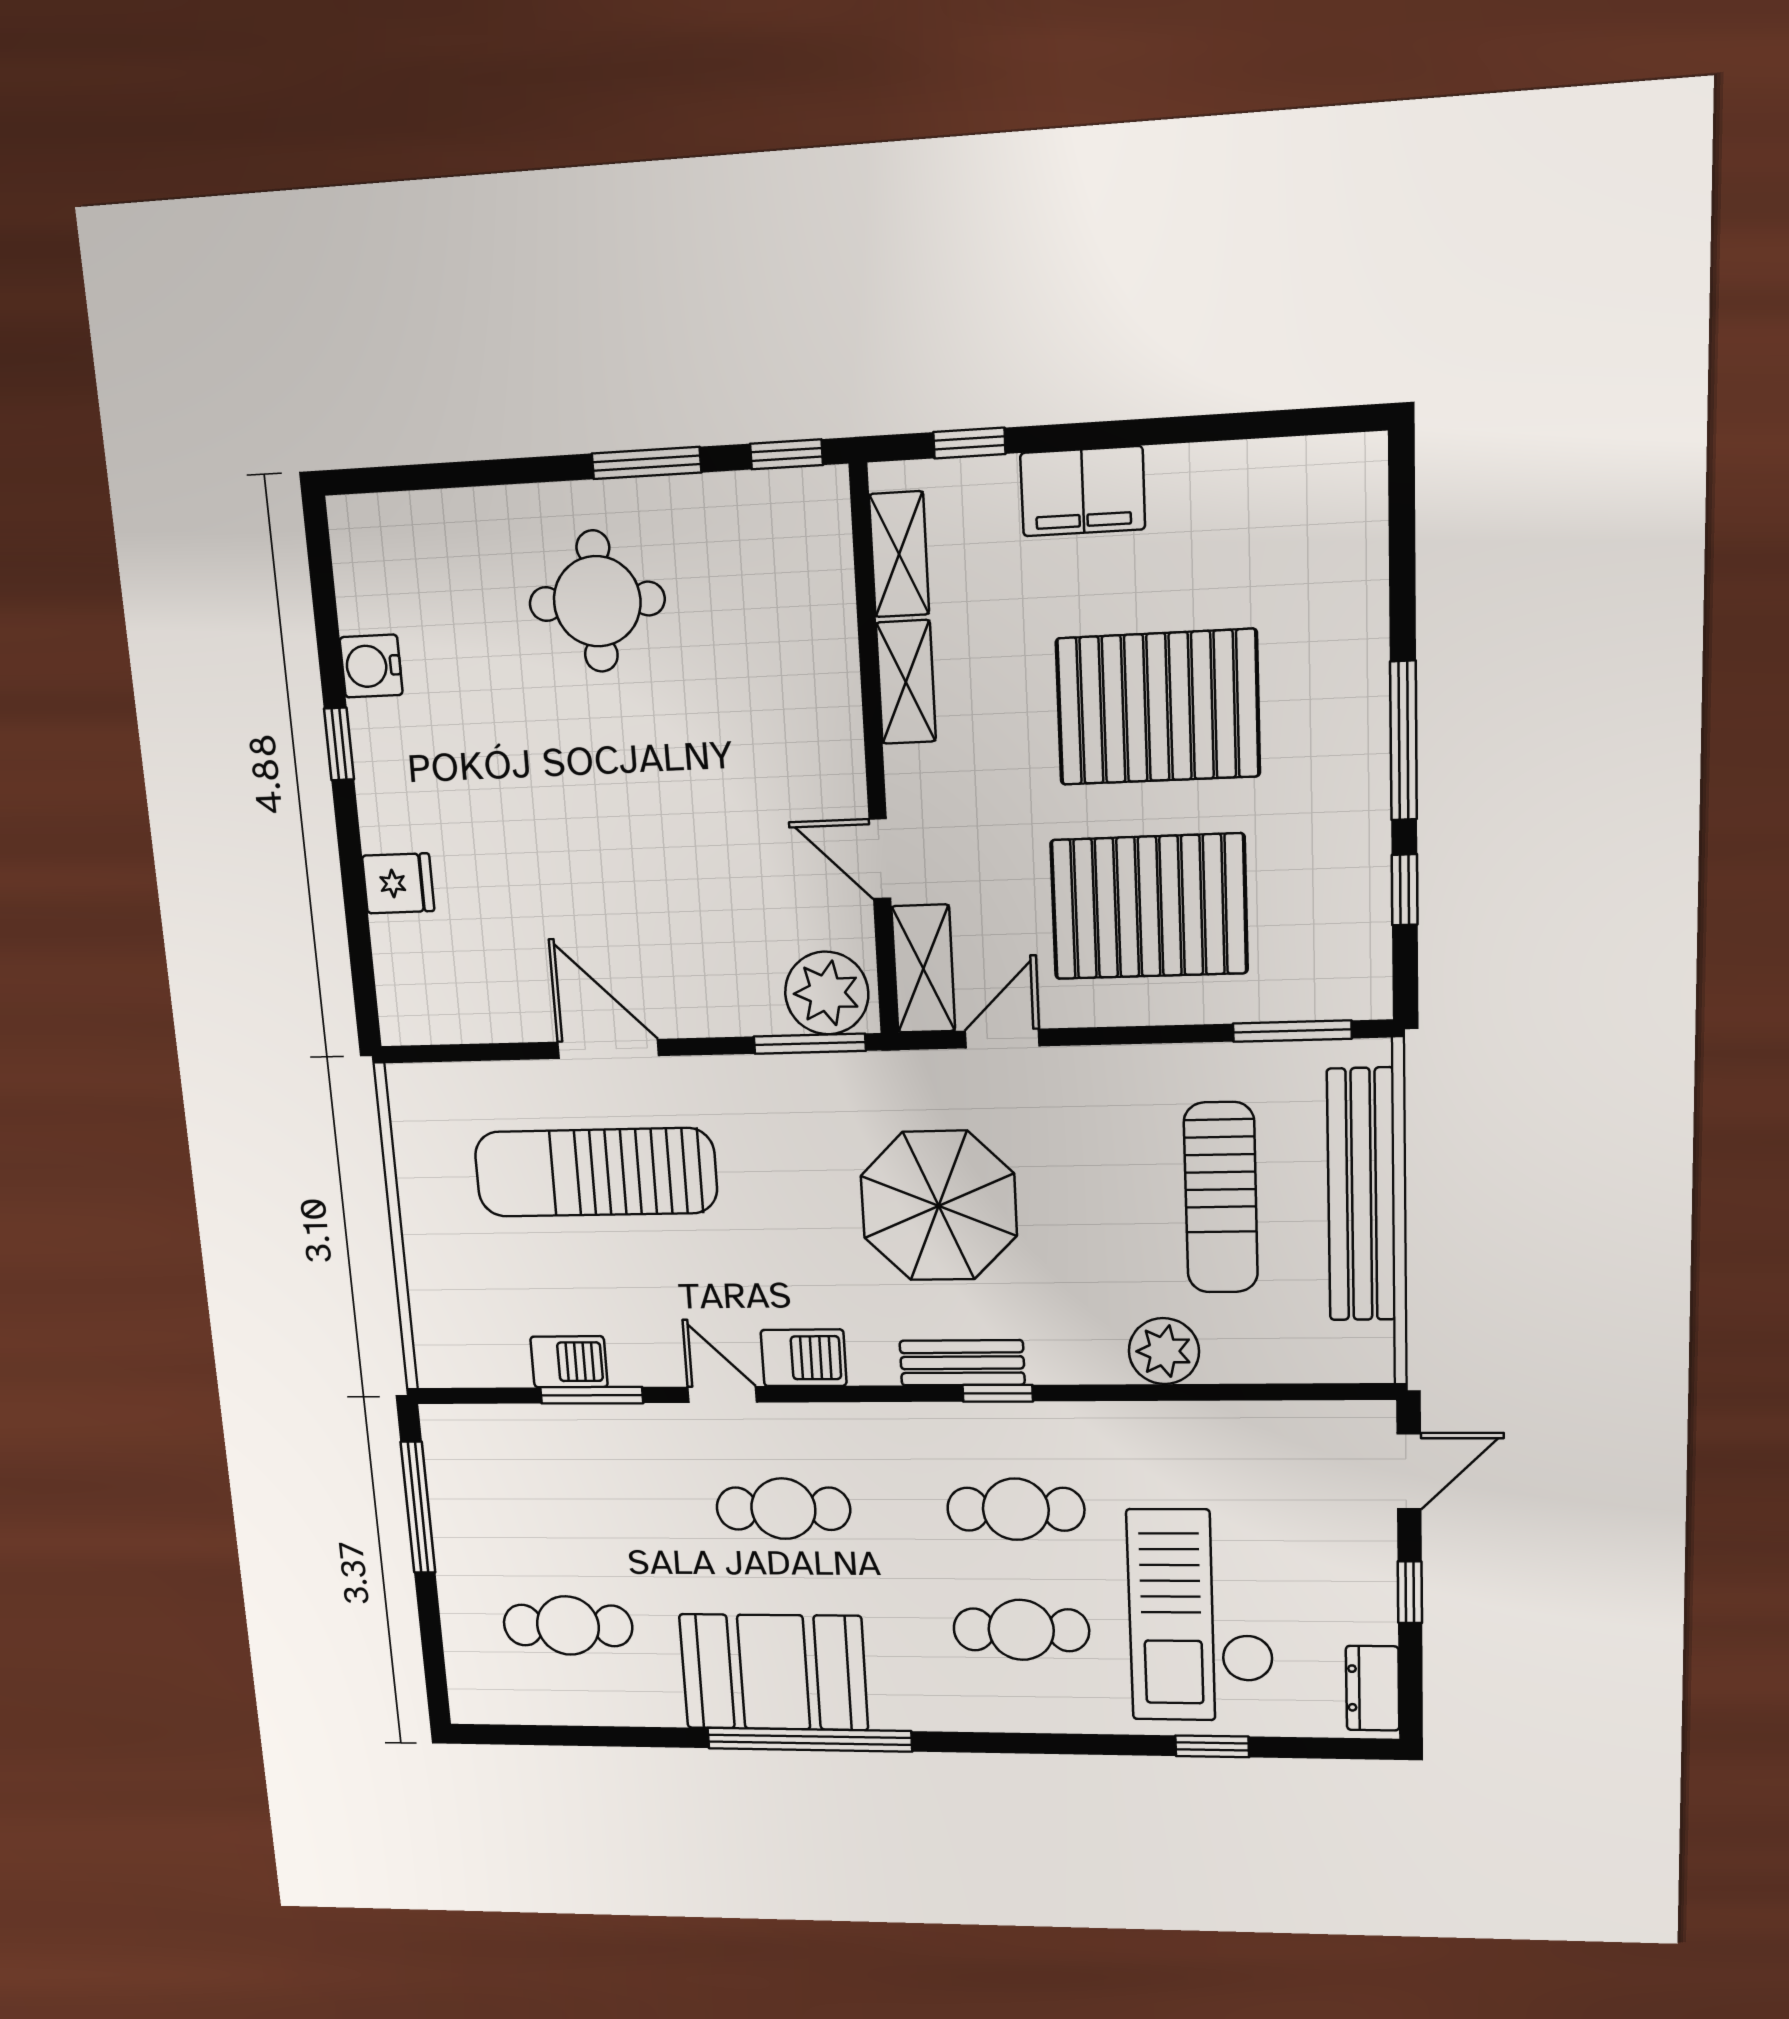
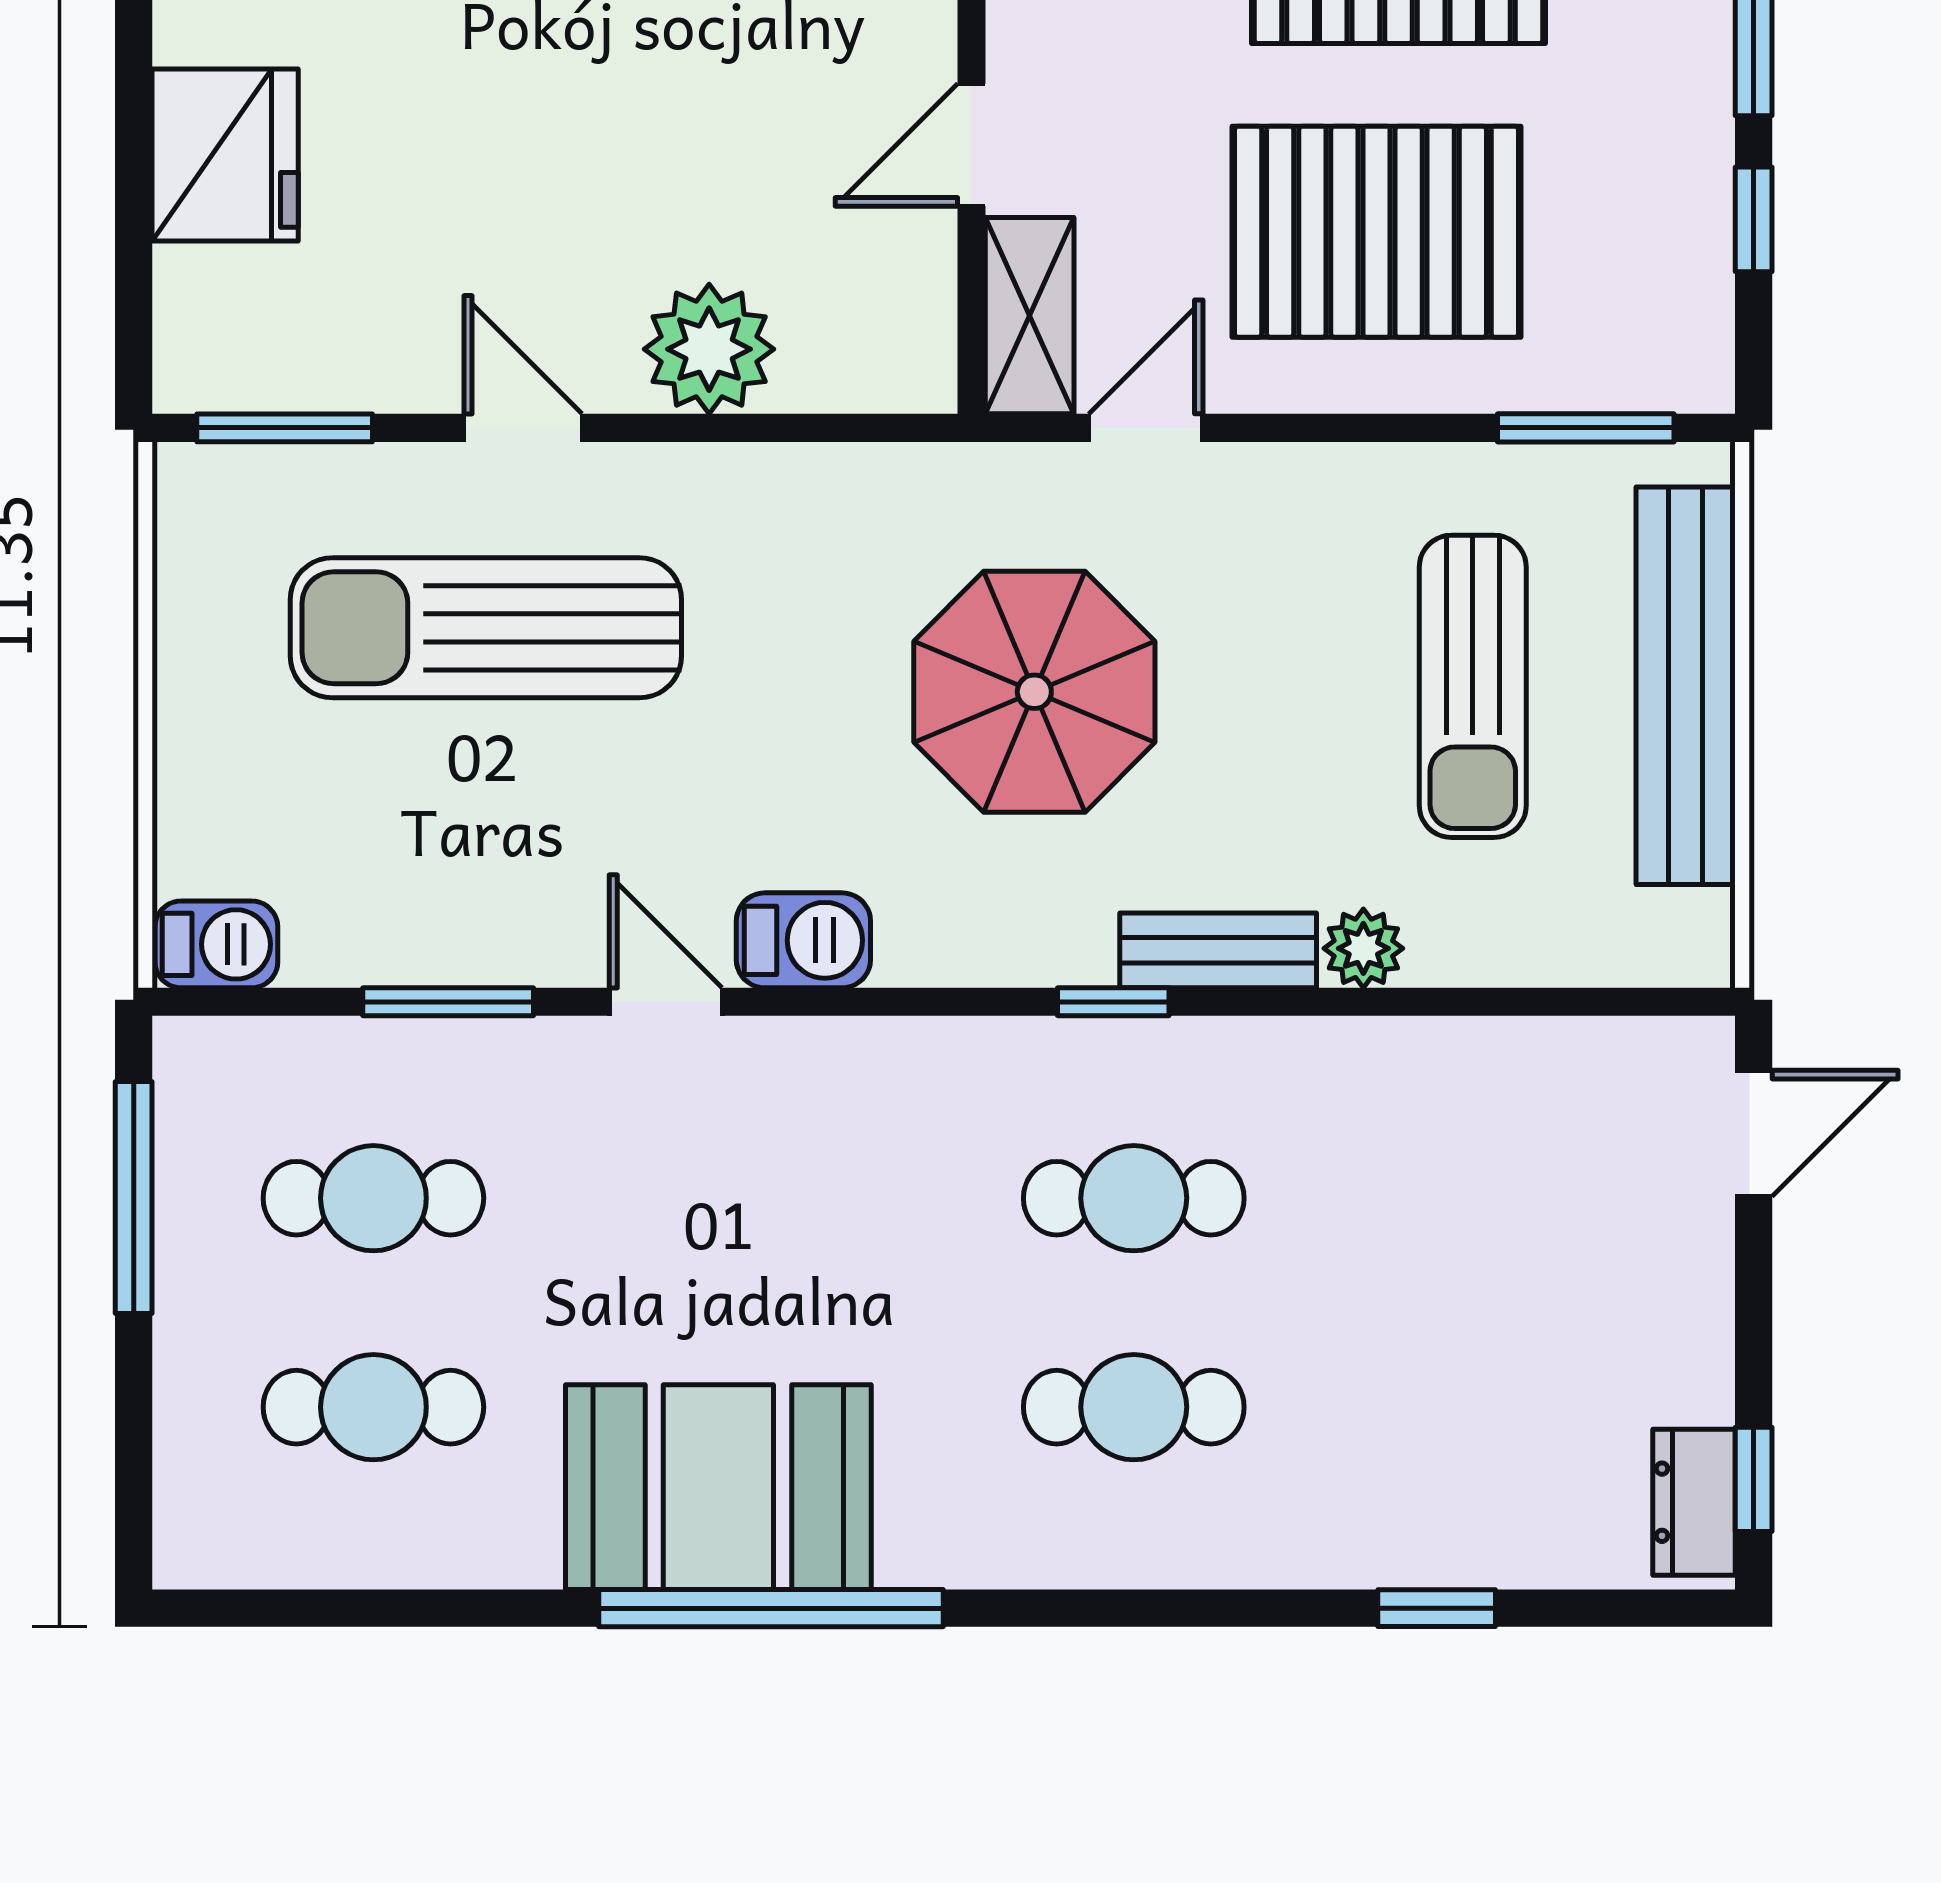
door: (880, 859) -> (971, 145), hinge flipped
fridge: (398, 883) -> (225, 155), width x1.88, depth x1.34
plant: (827, 993) -> (709, 349), moved
window: (810, 1044) -> (285, 428), moved
door: (608, 1049) -> (523, 428), width x0.73
plant: (1164, 1351) -> (1363, 948), width x0.73, depth x0.73
barbecue: (569, 1362) -> (216, 944), moved
bench: (962, 1363) -> (1218, 950), moved
cafe table: (783, 1509) -> (373, 1198), moved
window: (1410, 1592) -> (1754, 1479), moved
checkout: (1201, 1616) -> (1424, 1379), removed

